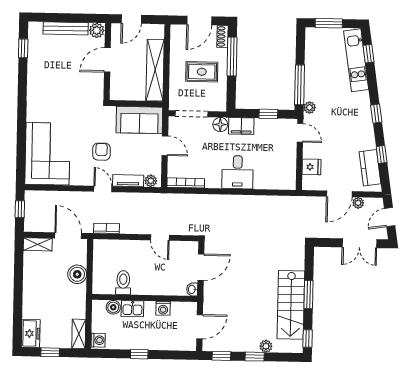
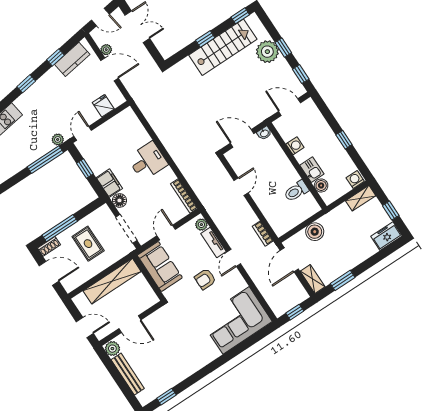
window: (19, 269) -> (343, 280), added
window: (309, 294) -> (205, 39), width x0.67
plant: (266, 346) -> (267, 52), width x1.88, depth x1.88

